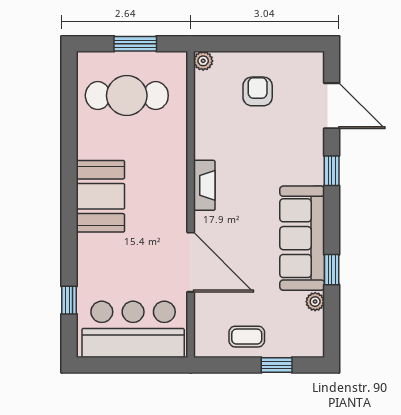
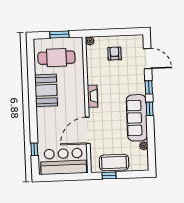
booth: (100, 196) -> (46, 90), moved
door: (191, 262) -> (88, 130), swing flipped
window: (332, 270) -> (150, 109), moved
coffee table: (247, 337) -> (114, 162), width x1.86, depth x1.72
window: (277, 365) -> (109, 175), moved

